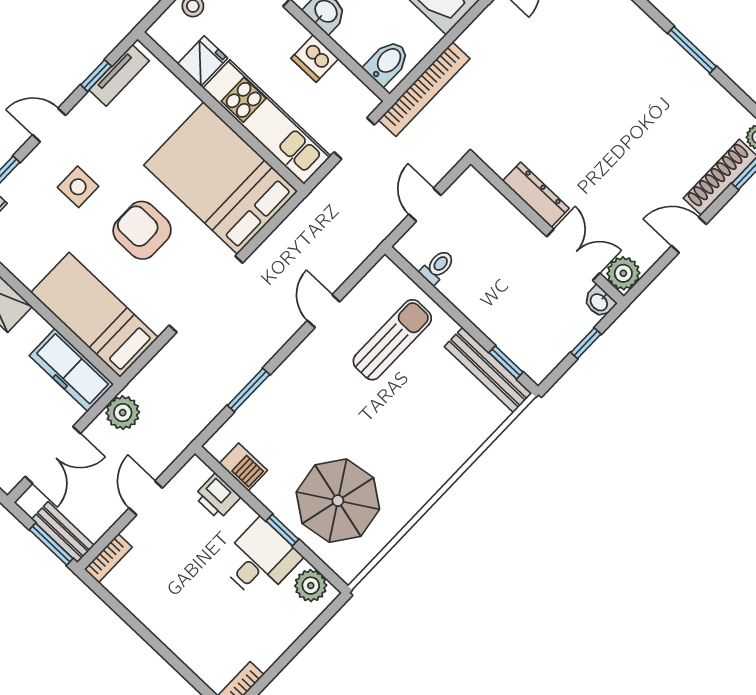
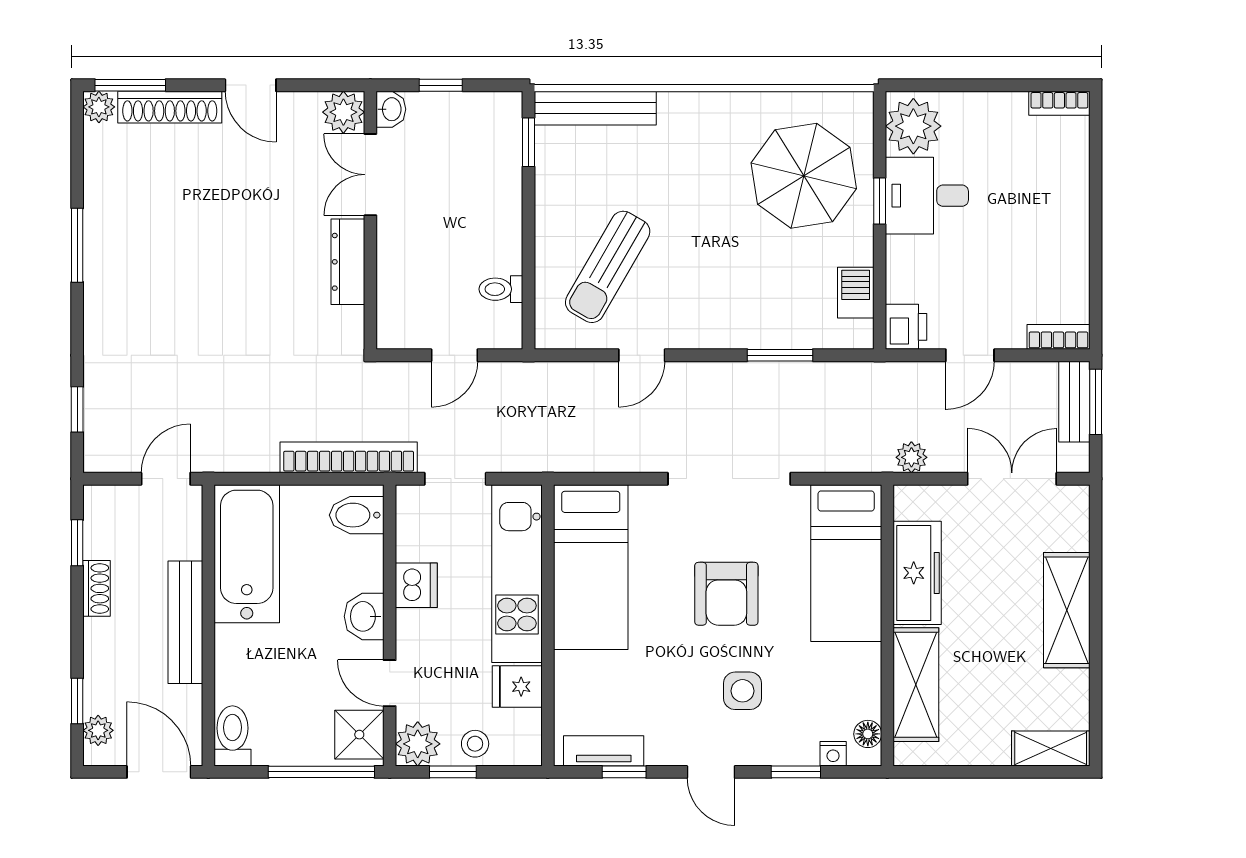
bed: (221, 178) -> (591, 567), width x0.67
sun lounger: (392, 340) -> (608, 267), turned -60
freezer: (71, 370) -> (917, 573), moved
bench: (488, 370) -> (595, 108), moved, turned 90
plant: (123, 413) -> (911, 457), width x0.73, depth x0.73
printer: (217, 497) -> (906, 327), moved
plant: (311, 586) -> (913, 126), width x1.36, depth x1.36

